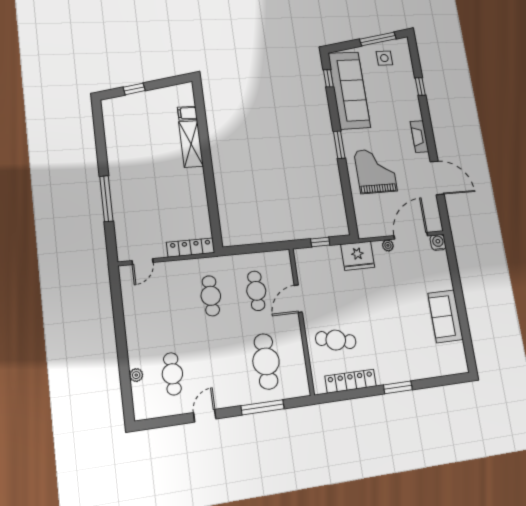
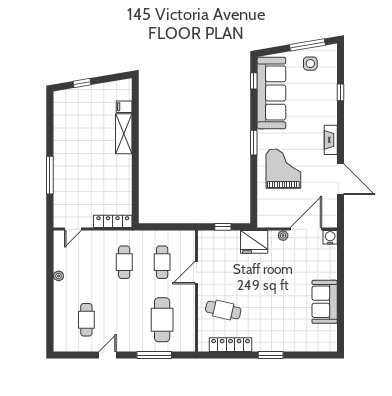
plant: (136, 375) -> (59, 276), moved

